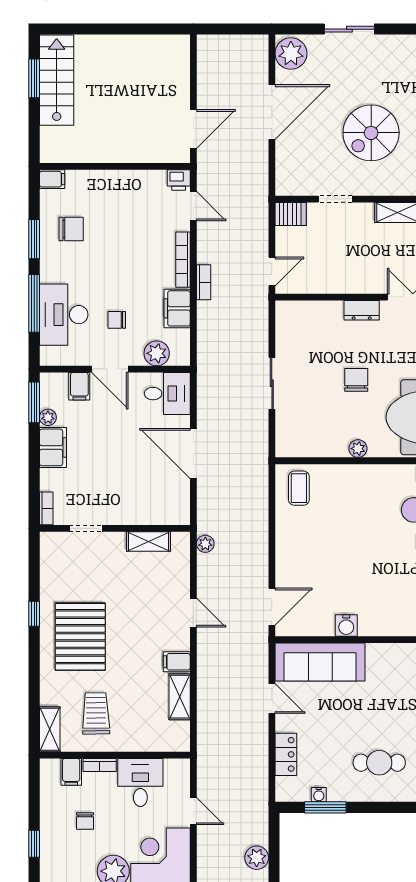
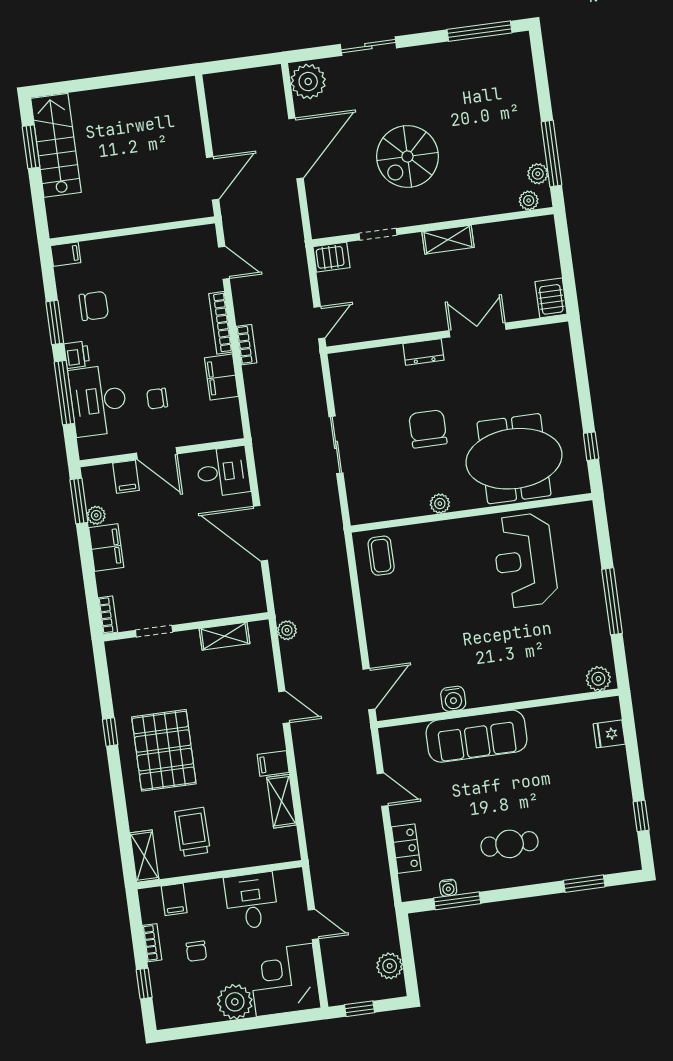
printer: (179, 180) -> (77, 355), moved, turned -90
plant: (157, 353) -> (206, 429), removed
chair: (356, 380) -> (428, 429), width x1.37, depth x1.37
sofa: (320, 662) -> (476, 736), moved
bookcase: (100, 765) -> (152, 943), moved, turned -90

